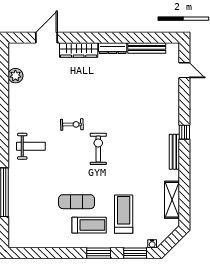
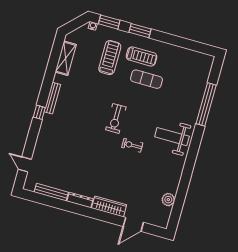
weight bench: (31, 146) -> (172, 137), width x1.36, depth x1.33
treadmill: (124, 214) -> (110, 58), turned 180
treadmill: (89, 225) -> (141, 56), turned 180

